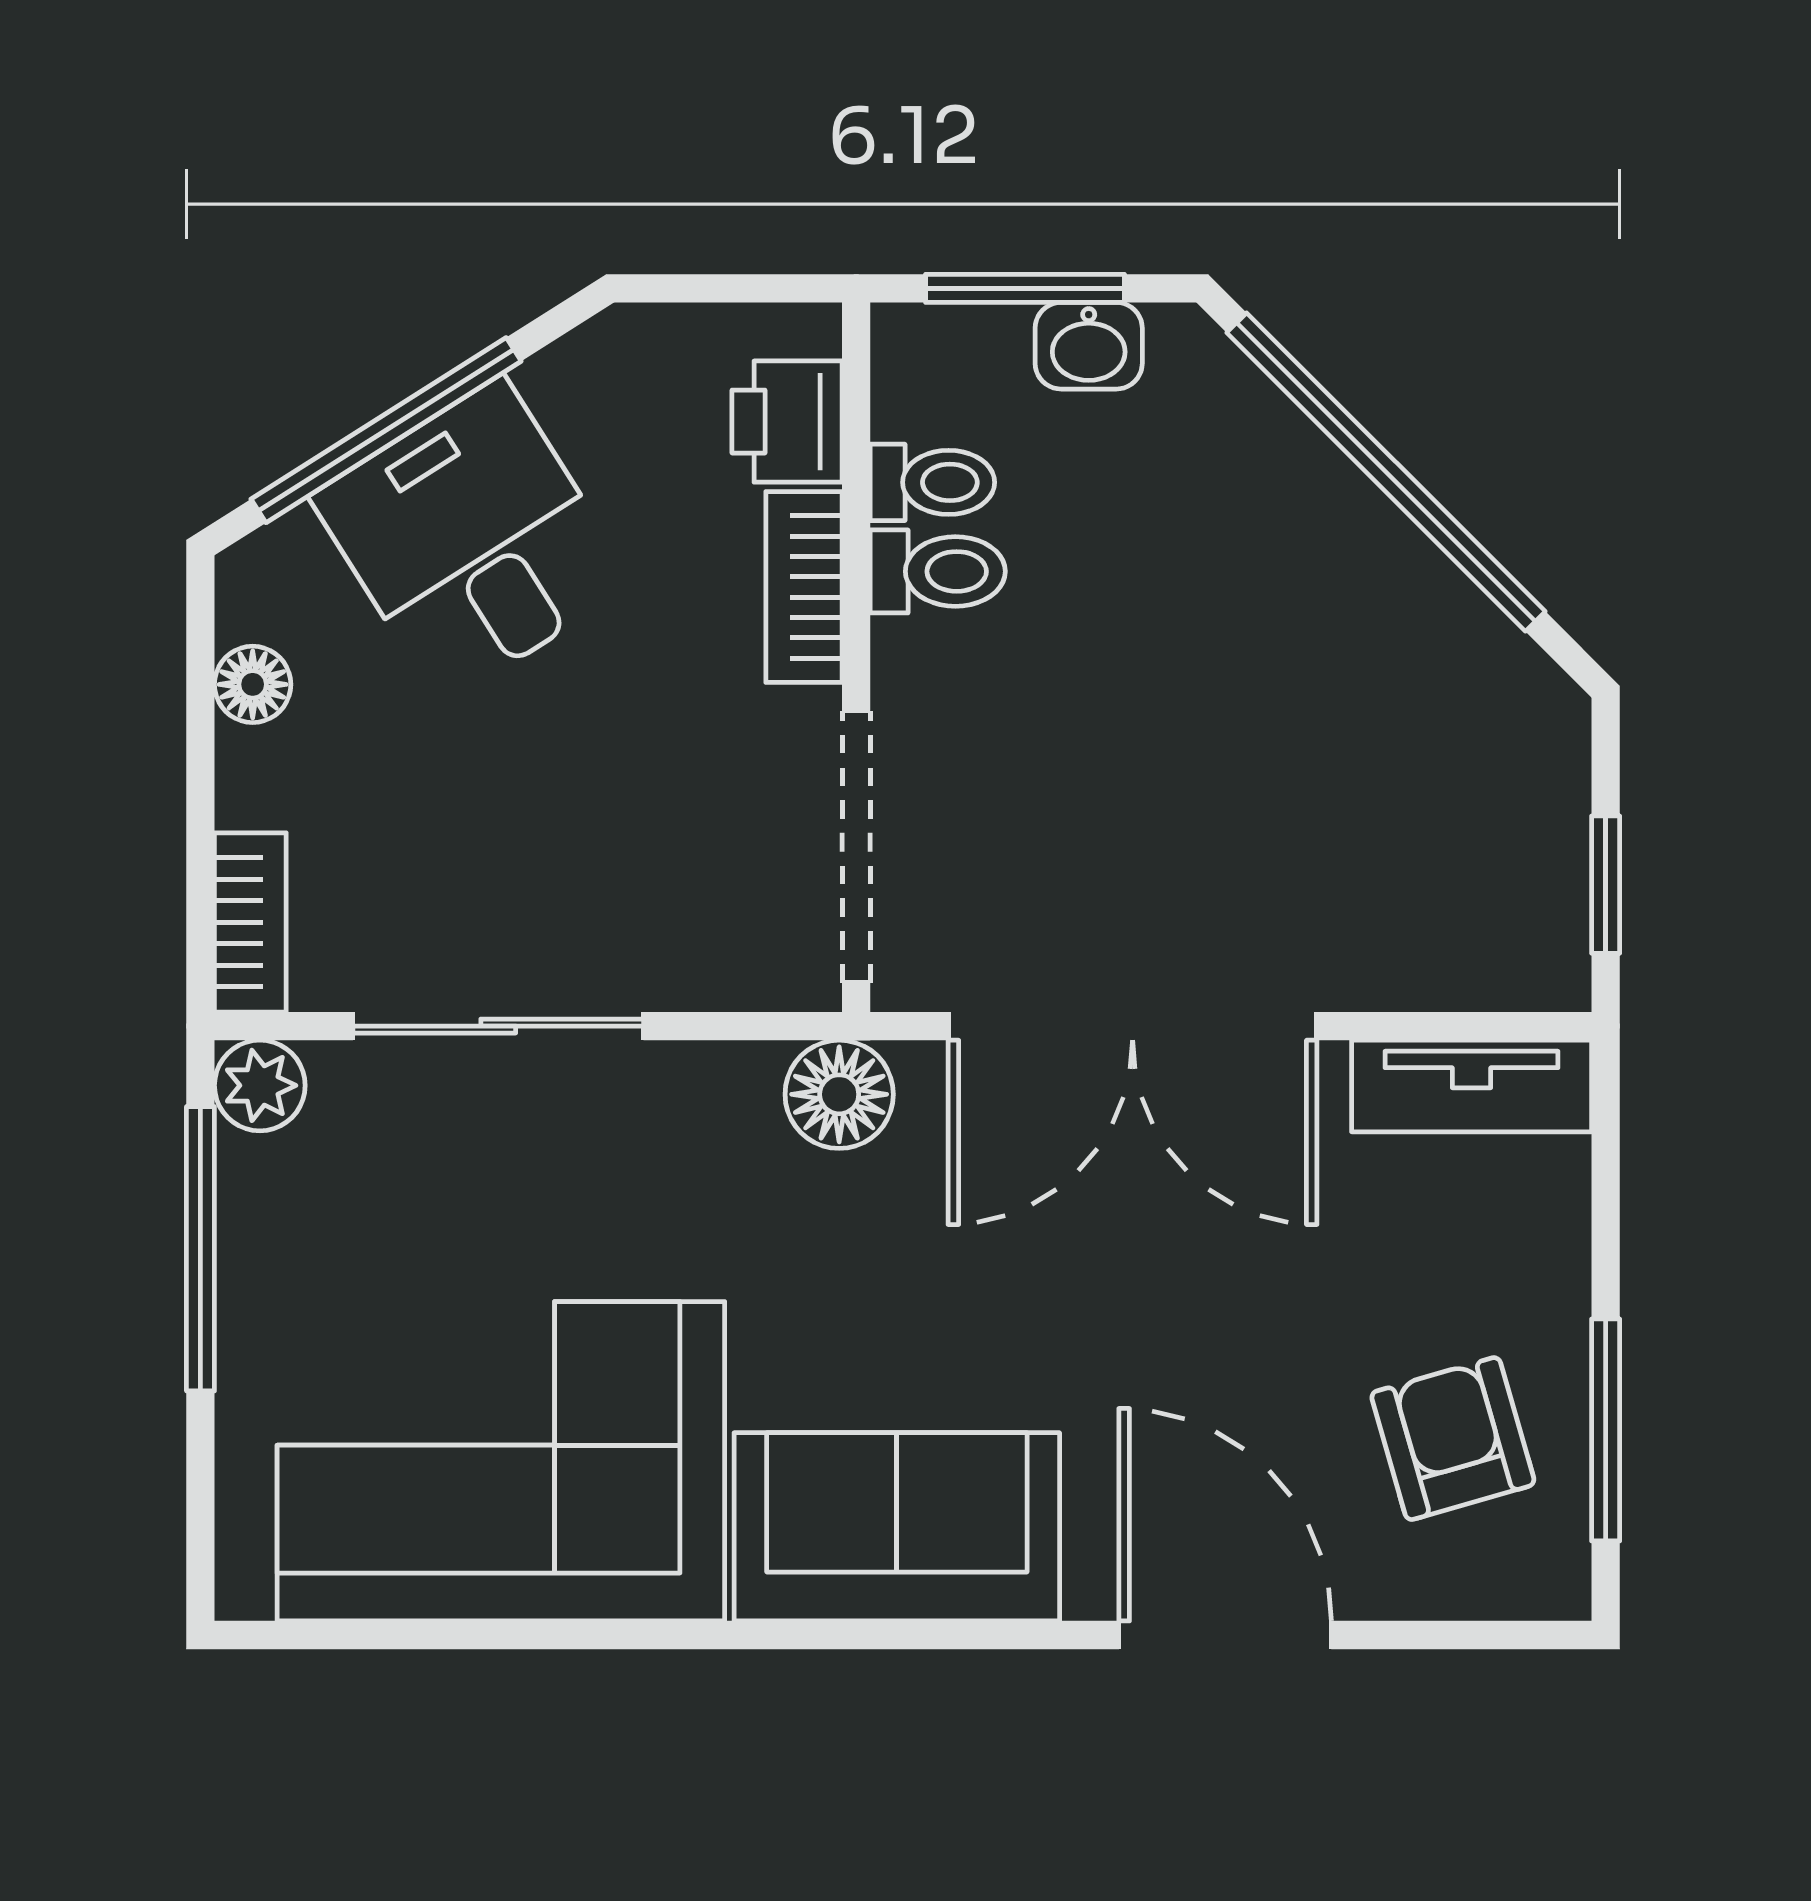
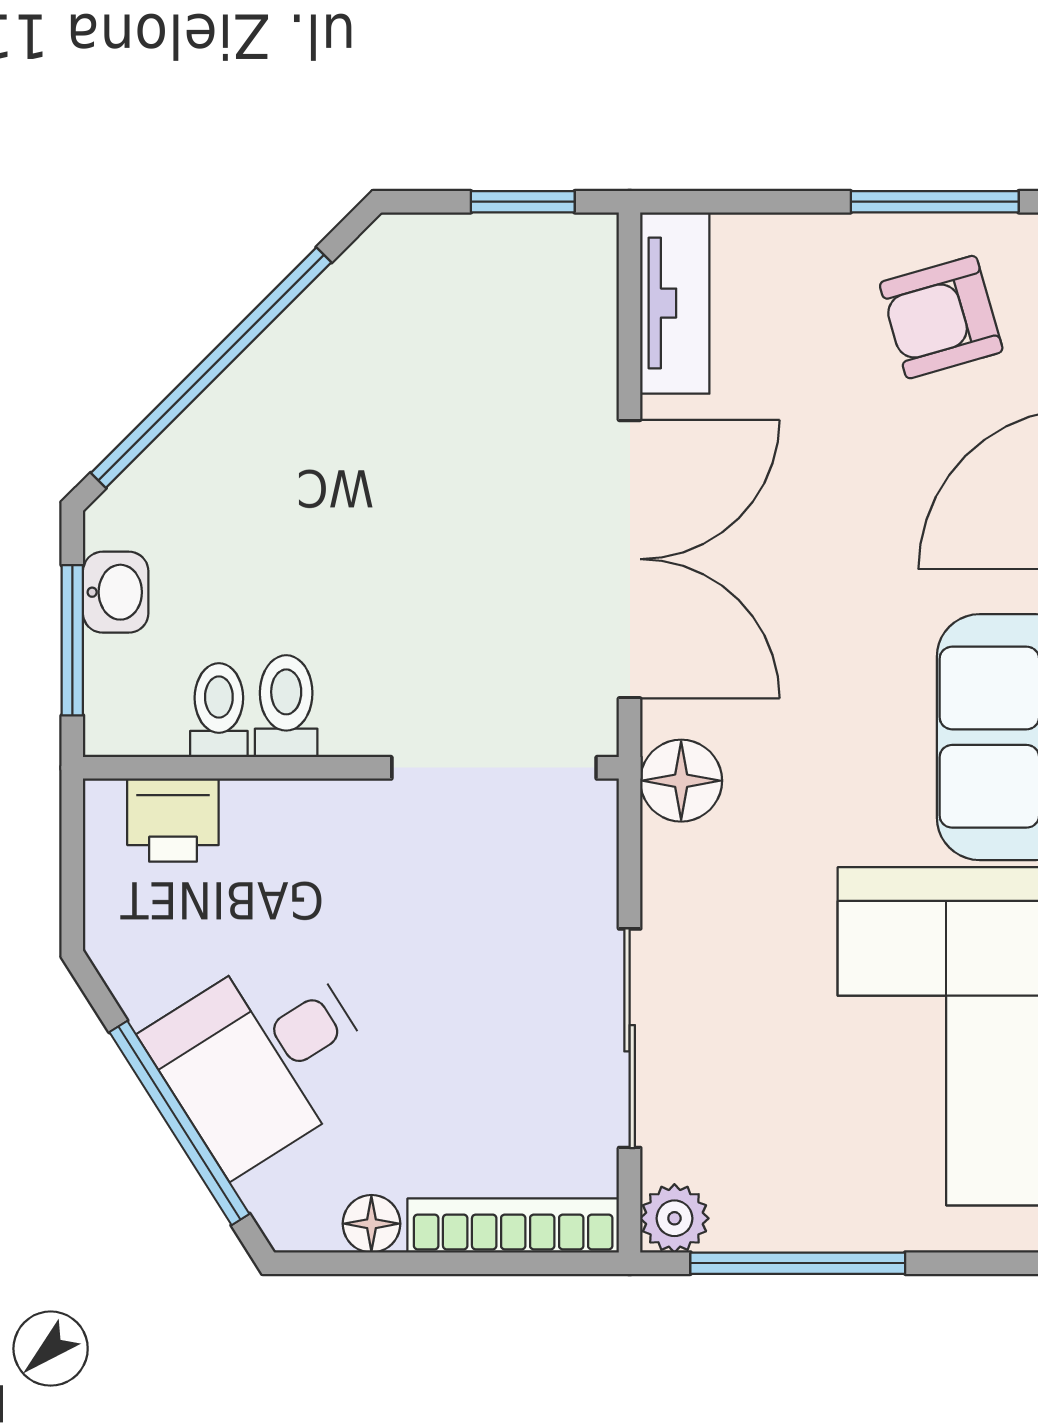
bookcase: (804, 587) -> (298, 807), removed
bookcase: (250, 922) -> (513, 1225), width x1.56

